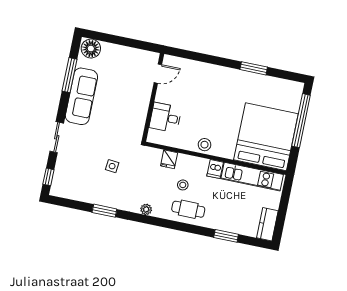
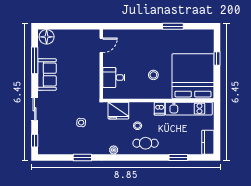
sofa: (81, 96) -> (47, 75), width x0.73
window: (301, 121) -> (217, 59), width x0.32
stool: (205, 145) -> (153, 75), moved
fridge: (169, 159) -> (118, 111), width x1.88, depth x1.34

